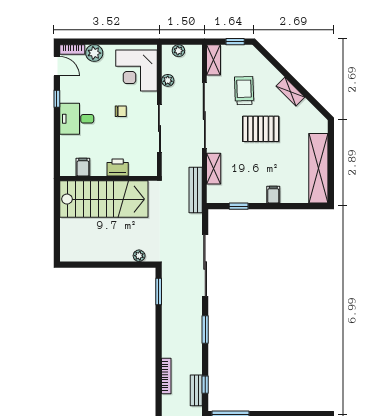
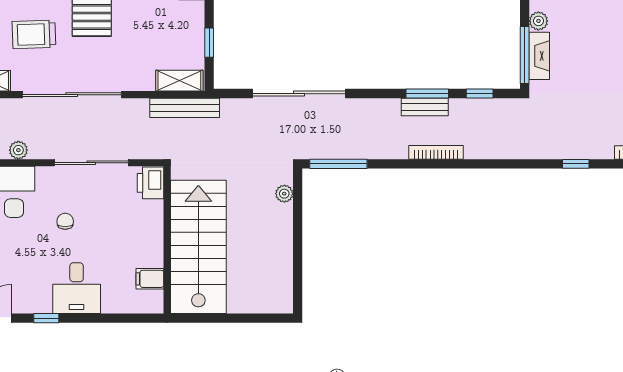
printer: (118, 168) -> (151, 183), moved
shelving: (214, 169) -> (179, 81), moved
window: (159, 291) -> (338, 164), width x1.44
window: (205, 329) -> (427, 94), moved
bookcase: (166, 376) -> (436, 152), moved
bench: (196, 390) -> (425, 107), moved

